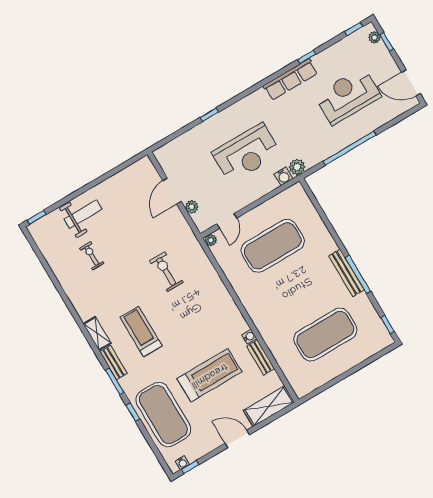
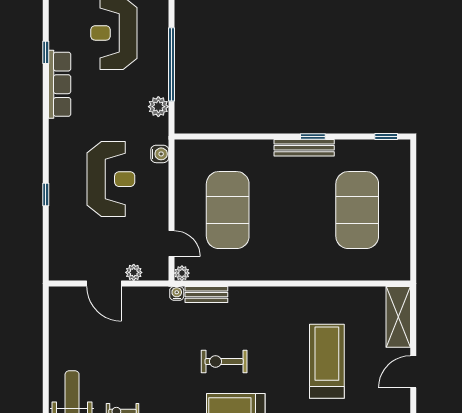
plant: (297, 167) -> (158, 107), moved
exercise bike: (166, 272) -> (224, 361), moved
window: (358, 274) -> (313, 137), width x0.46
water cooler: (249, 337) -> (177, 293), moved
bench: (261, 357) -> (206, 295), moved

